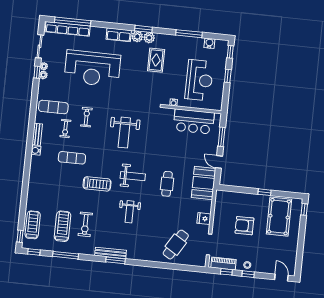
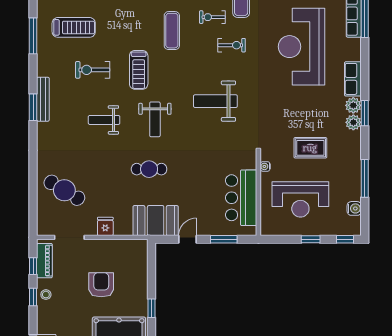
rug: (156, 60) -> (310, 148), moved
exercise bike: (85, 224) -> (93, 70), moved

